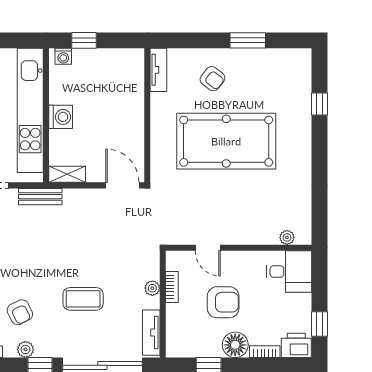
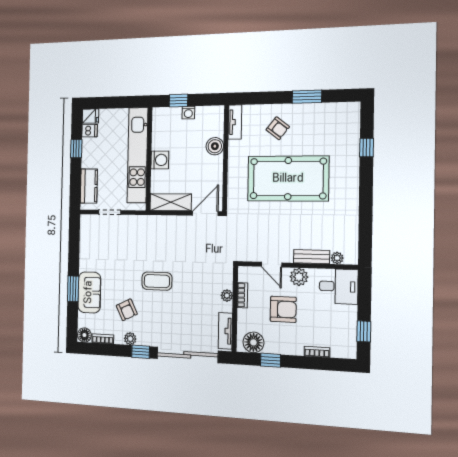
washing machine: (63, 56) -> (188, 113), moved
boiler: (133, 100) -> (215, 146), added
shelving: (67, 174) -> (171, 202), width x1.50, depth x1.33
door: (122, 185) -> (205, 213), hinge flipped
bench: (40, 197) -> (312, 257), moved
plant: (242, 262) -> (299, 277), added
coffee table: (83, 299) -> (157, 281), moved
floor lamp: (235, 345) -> (253, 342), moved
printer: (296, 345) -> (344, 348), removed

